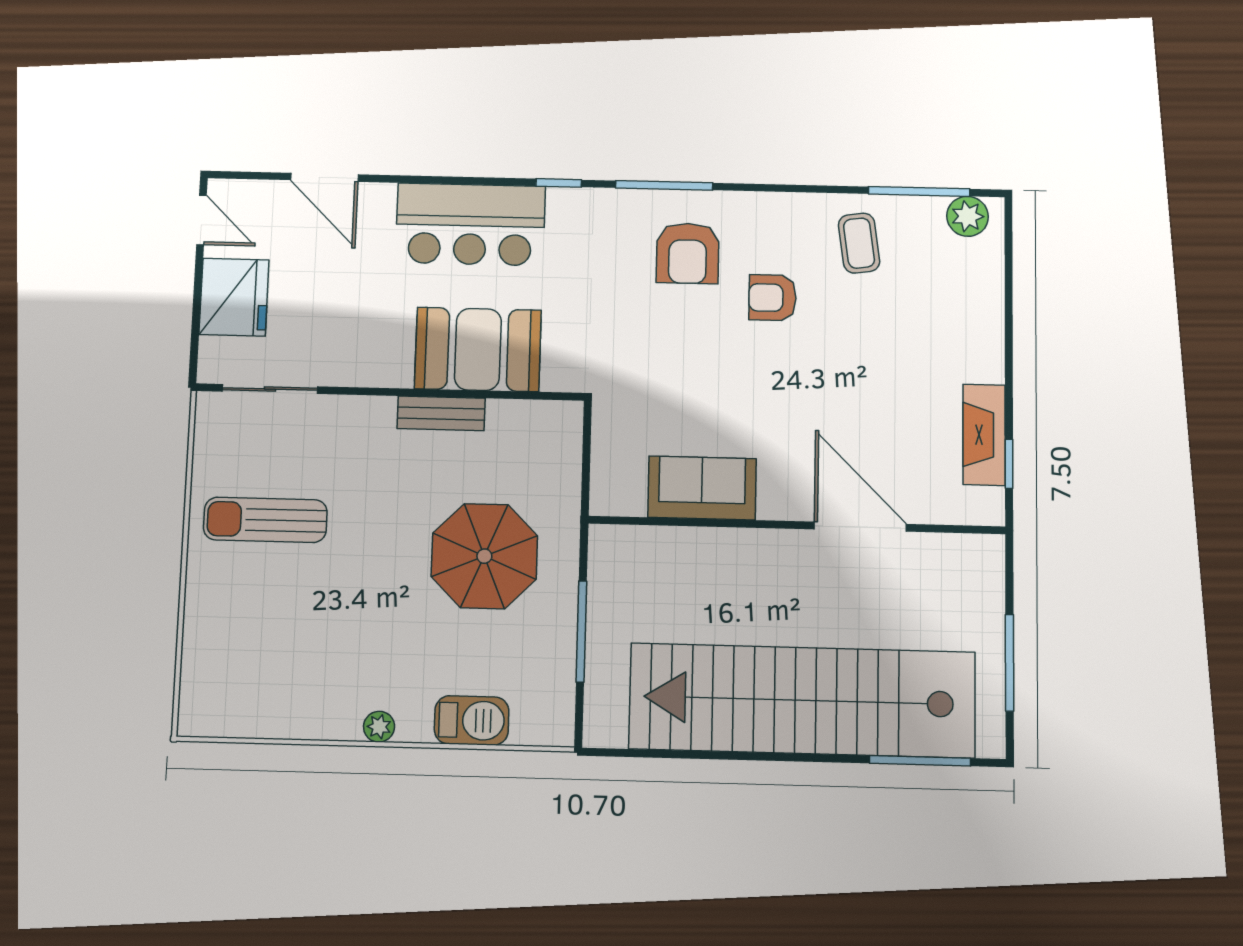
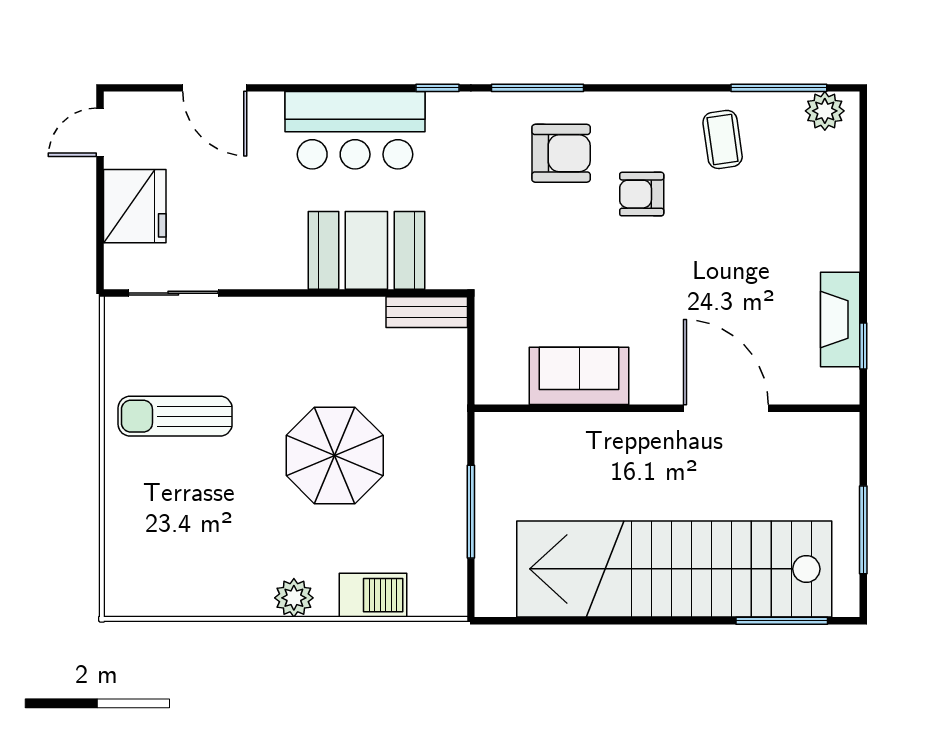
door: (202, 220) -> (100, 132), swing flipped
armchair: (688, 253) -> (561, 153), turned -90
bench: (441, 413) -> (427, 312), moved
parasol: (484, 556) -> (335, 455), moved
plant: (379, 727) -> (294, 598), width x1.38, depth x1.38

